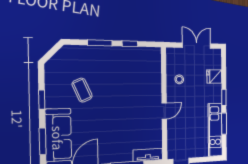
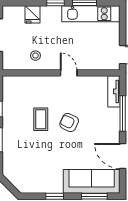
coffee table: (82, 90) -> (41, 119), moved, turned -66
armchair: (118, 113) -> (69, 123), added

